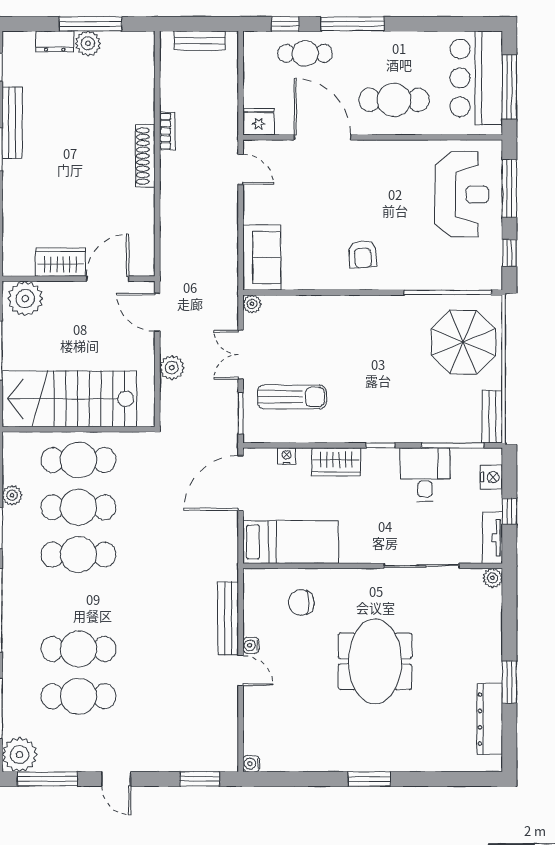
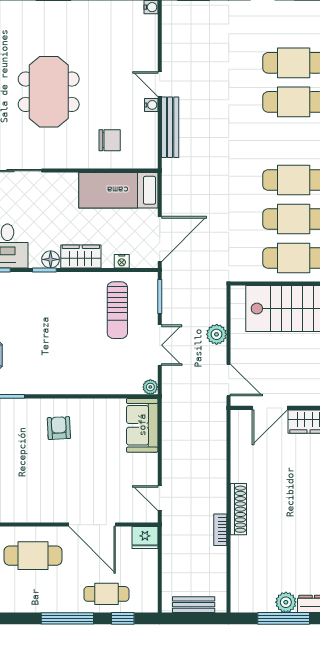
sun lounger: (292, 397) -> (117, 310), turned -90
floor lamp: (373, 458) -> (51, 259), added

